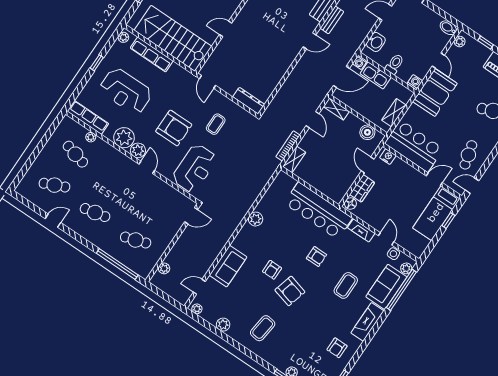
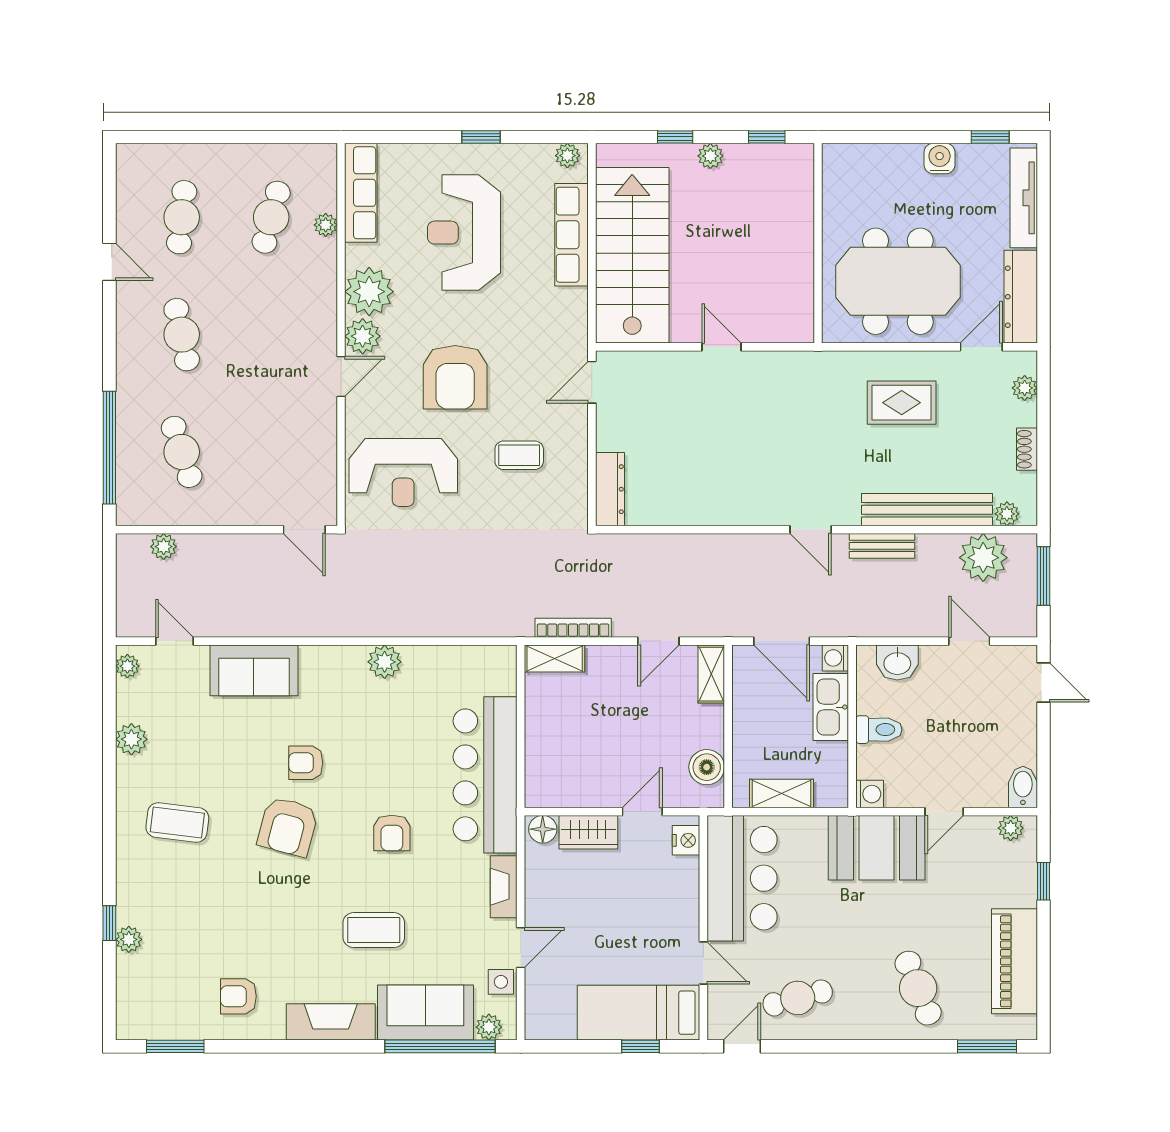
cafe table: (54, 185) -> (182, 217), turned 30
door: (472, 185) -> (742, 1046), hinge flipped

